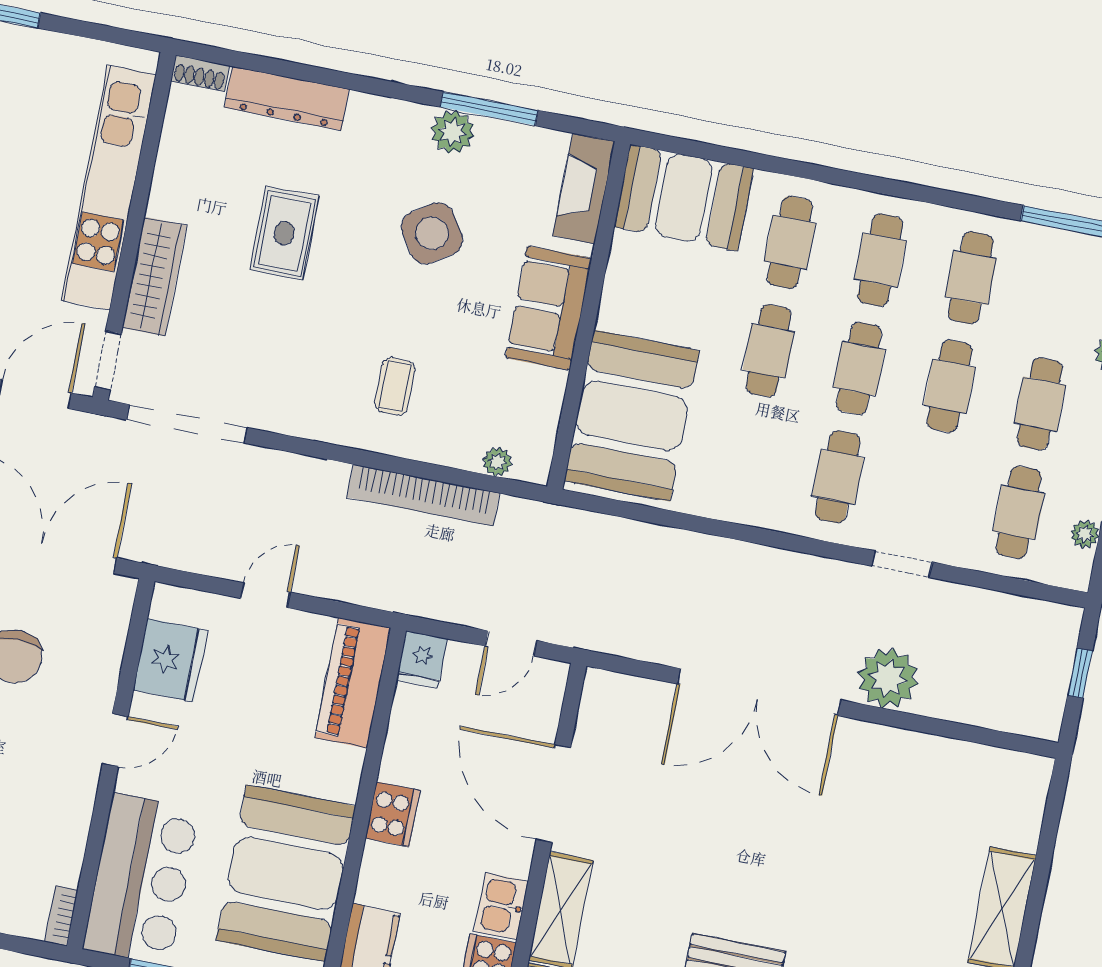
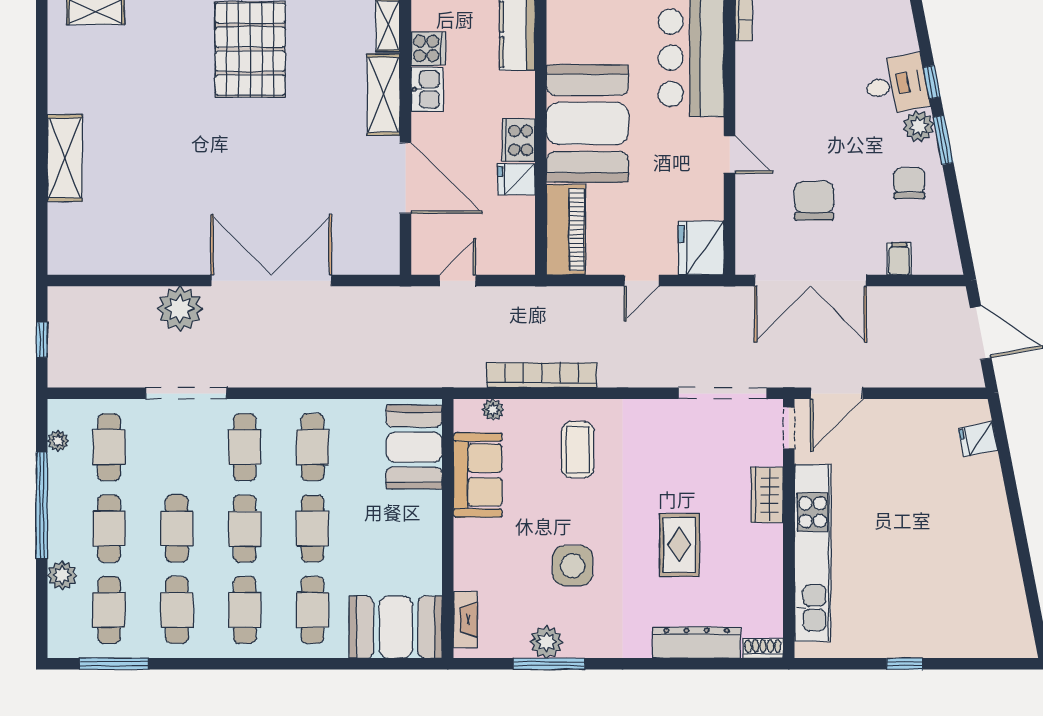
plant: (453, 132) -> (546, 642), moved
fireplace: (584, 189) -> (465, 620), width x0.73, depth x0.76
side table: (432, 233) -> (573, 566), turned 33
wardrobe: (155, 277) -> (767, 495), width x0.67
cafe table: (1061, 295) -> (109, 610), added
sofa: (549, 308) -> (478, 475), moved
coffee table: (395, 386) -> (578, 450), width x1.36, depth x1.30
booth: (632, 416) -> (414, 447), width x0.73, depth x0.70
cafe table: (747, 459) -> (313, 447), added
doorway: (902, 564) -> (186, 393), width x1.87
fridge: (422, 659) -> (517, 179), moved, turned -90
fridge: (170, 660) -> (701, 248), moved
door: (115, 740) -> (730, 154), swing flipped
booth: (286, 873) -> (587, 124), moved

